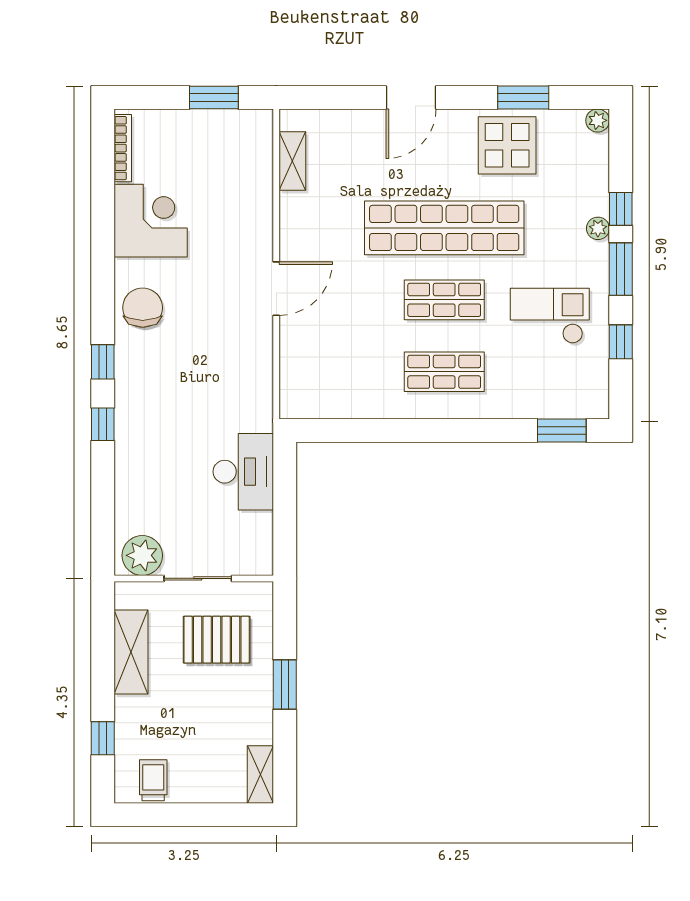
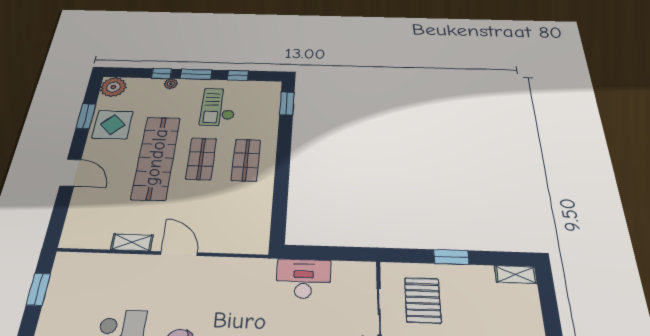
plant: (598, 120) -> (113, 87), width x1.88, depth x1.88
shelving: (292, 161) -> (132, 242), moved

